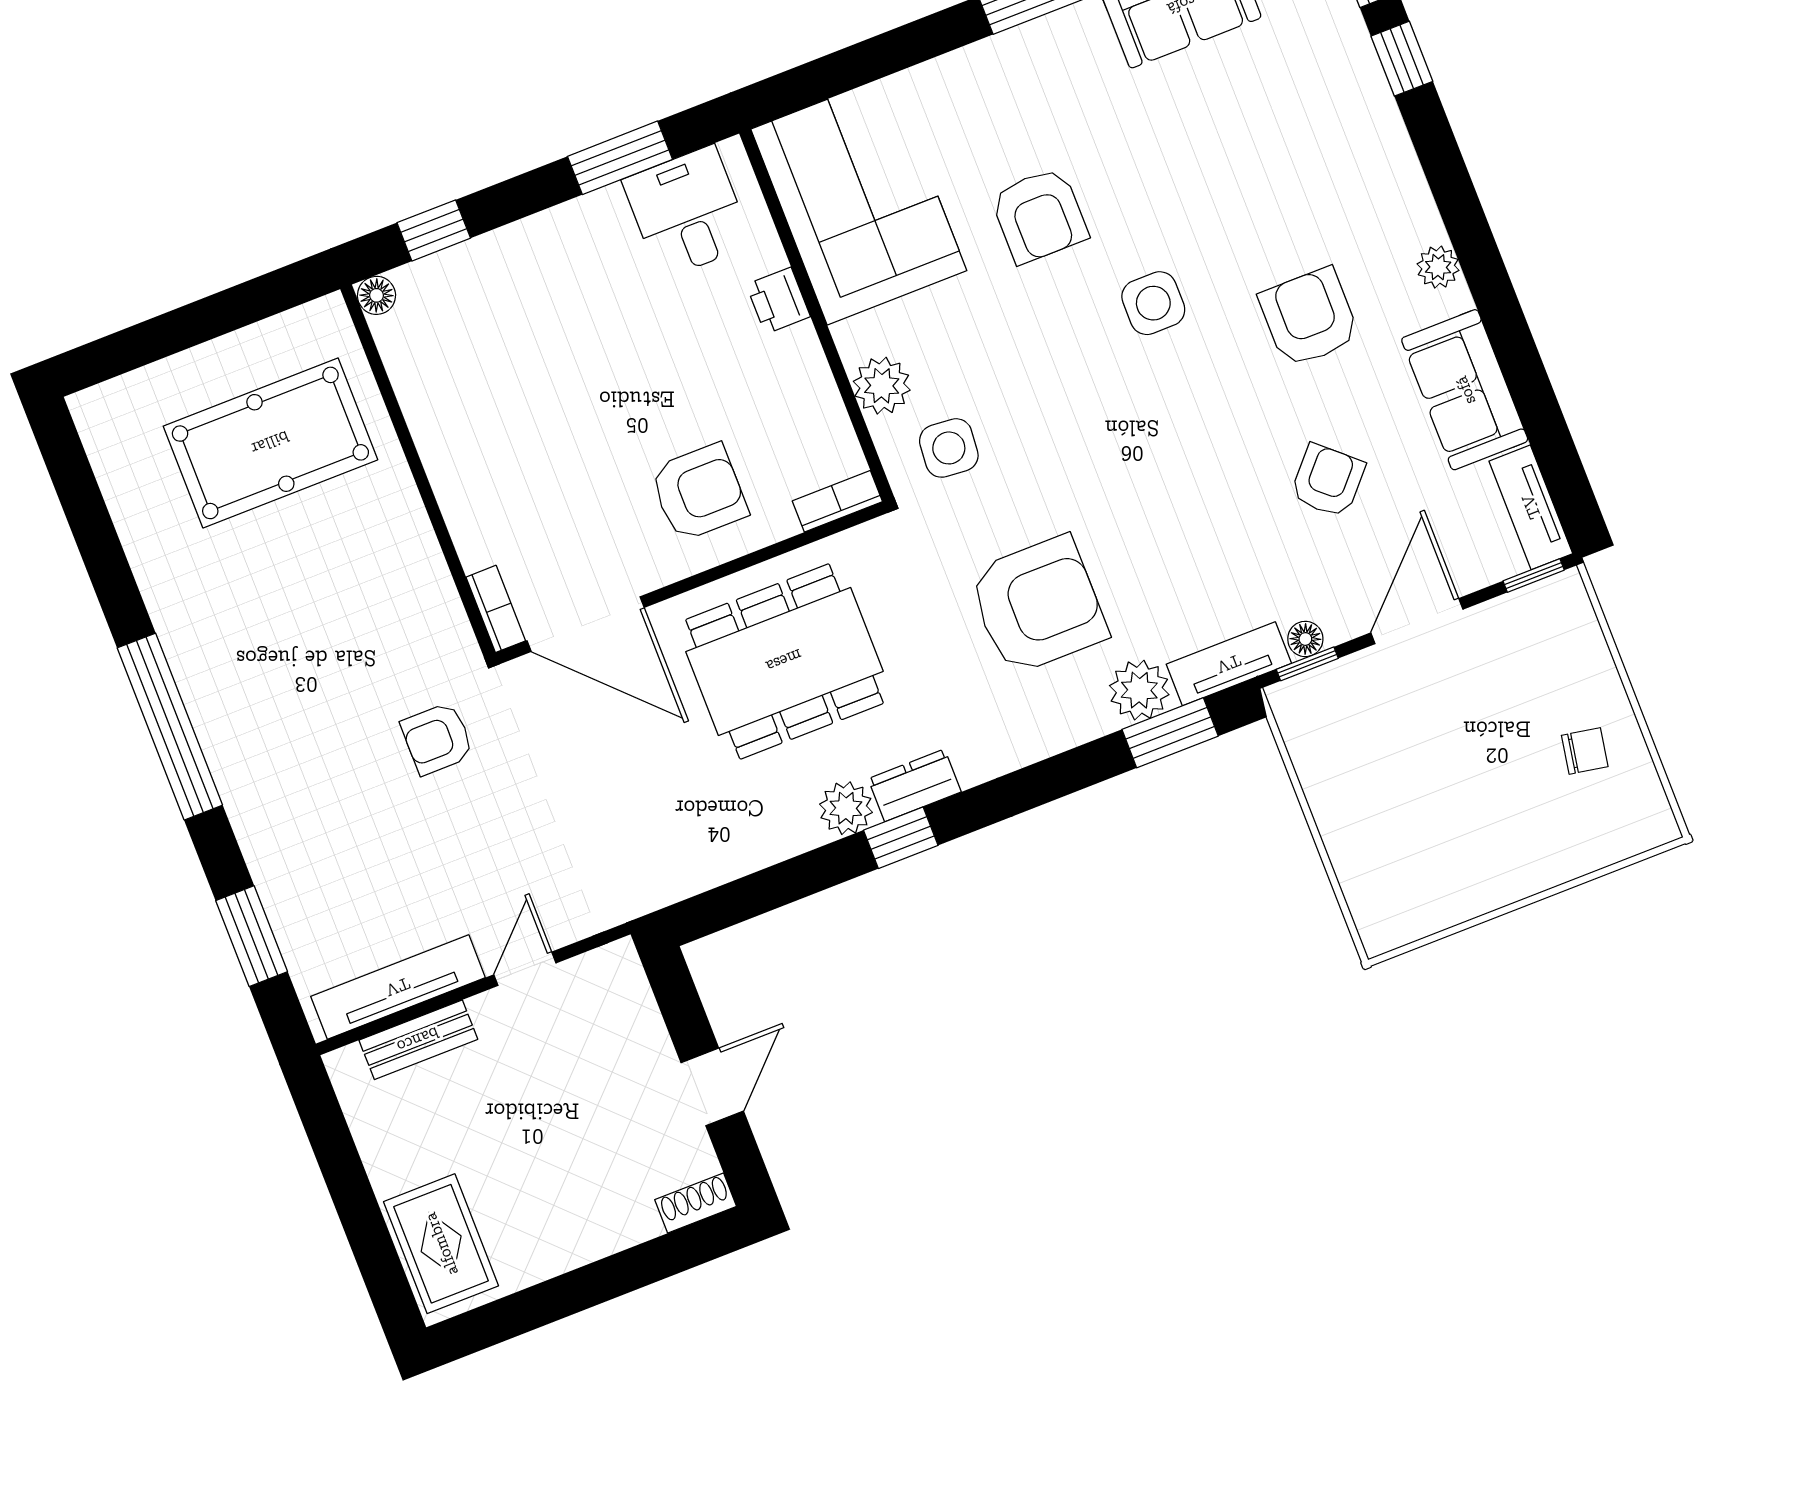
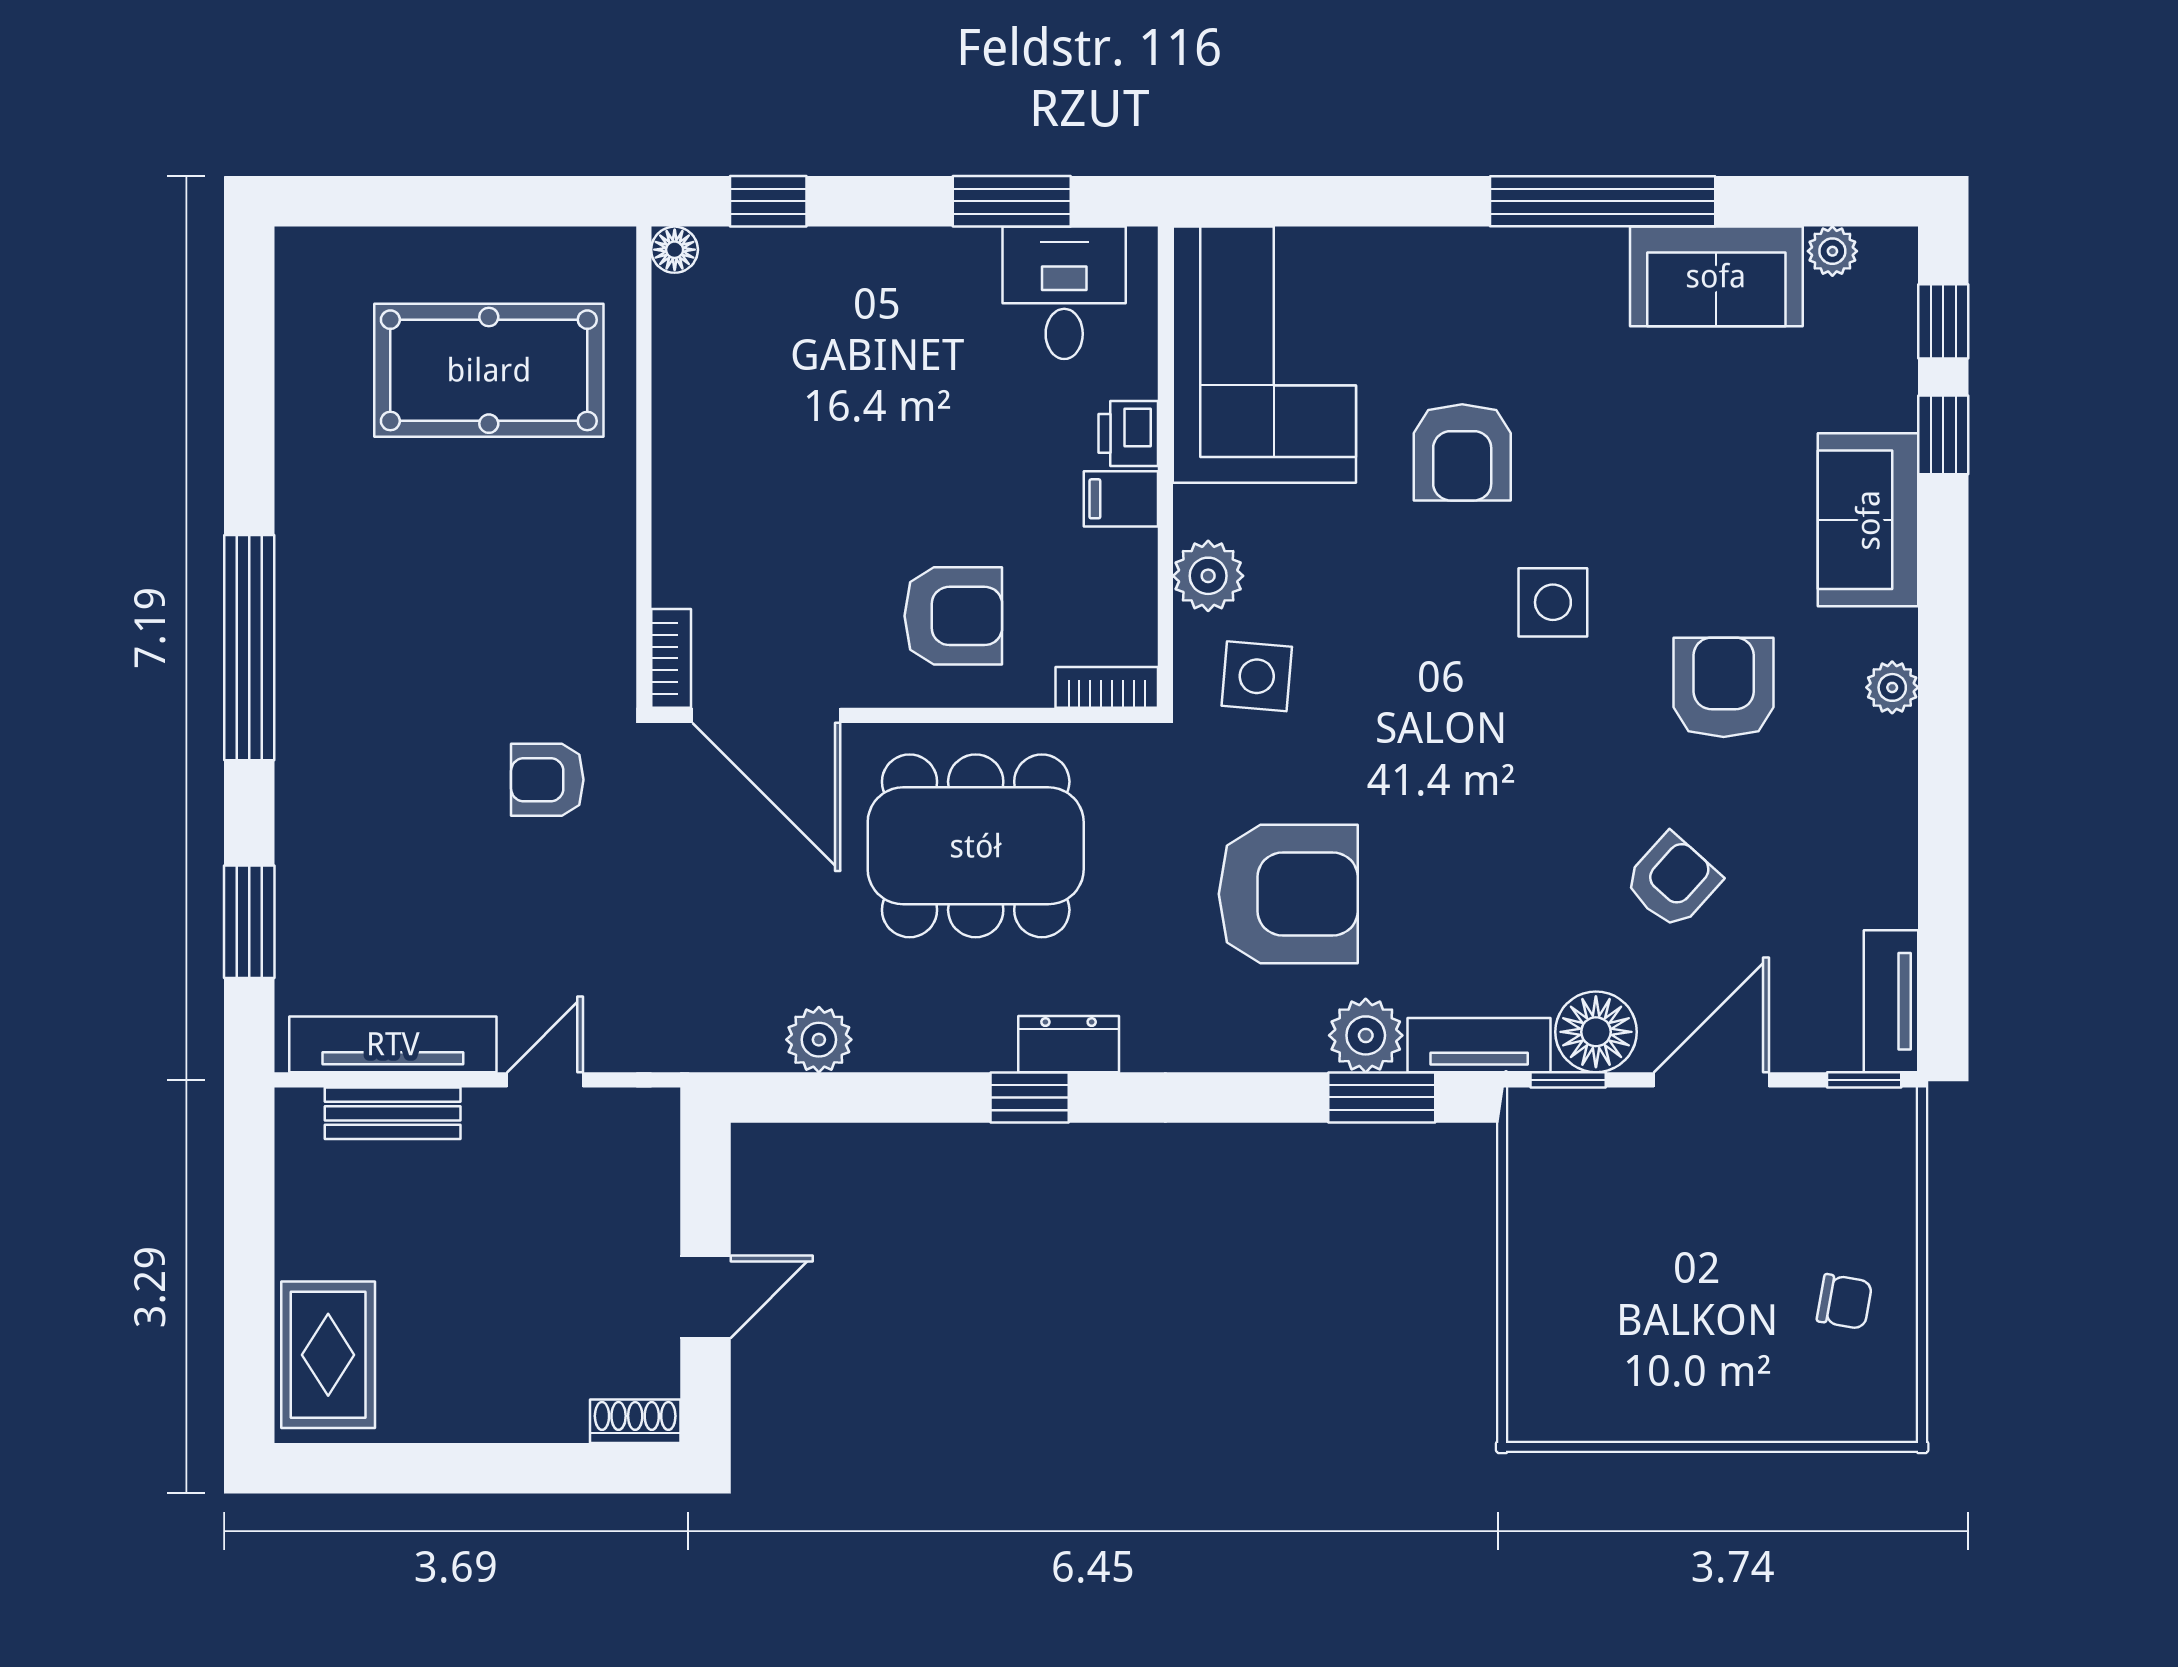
filing cabinet: (792, 353) -> (1121, 499), added
sofa: (1465, 390) -> (1868, 520), moved
floor lamp: (1305, 639) -> (1596, 1032), width x1.89, depth x1.89
plant: (846, 808) -> (819, 1040), moved

